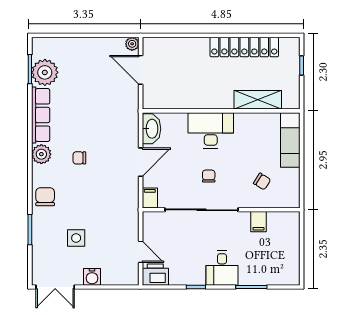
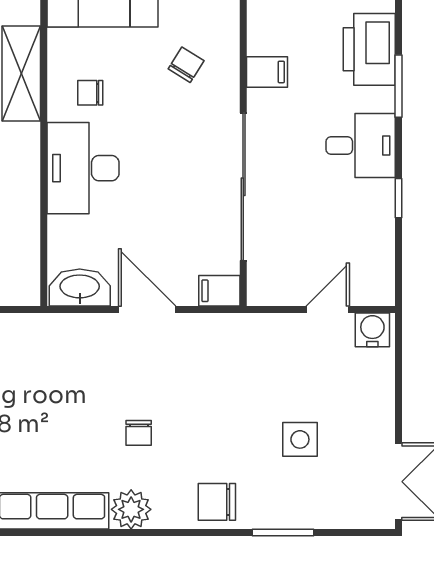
chair: (209, 176) -> (90, 93), moved
printer: (155, 275) -> (369, 49), moved, width x1.37, depth x1.19
water cooler: (92, 277) -> (372, 330), moved, turned -90

